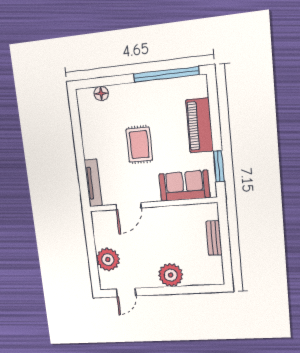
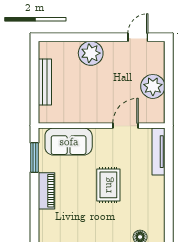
piano: (200, 125) -> (46, 191), width x0.73, depth x0.75
bench: (214, 238) -> (45, 82), width x1.36
plant: (108, 260) -> (153, 86), moved

